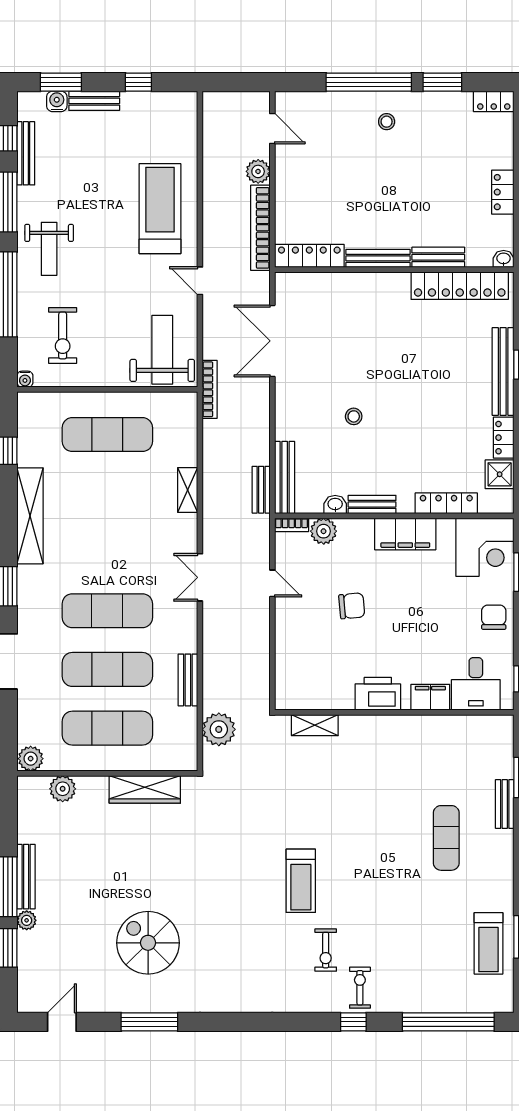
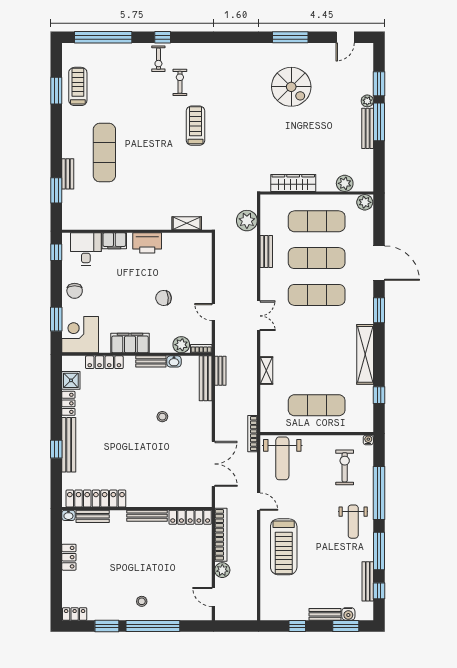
weight bench: (49, 249) -> (353, 522), turned 180
bench: (438, 257) -> (93, 516), moved
exercise mat: (446, 838) -> (104, 153), width x1.36, depth x1.45

